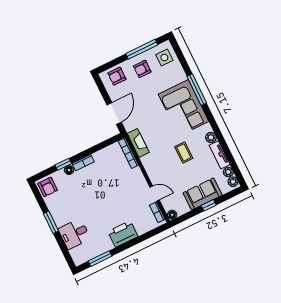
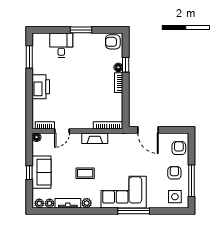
fireplace: (138, 143) -> (95, 138), moved

